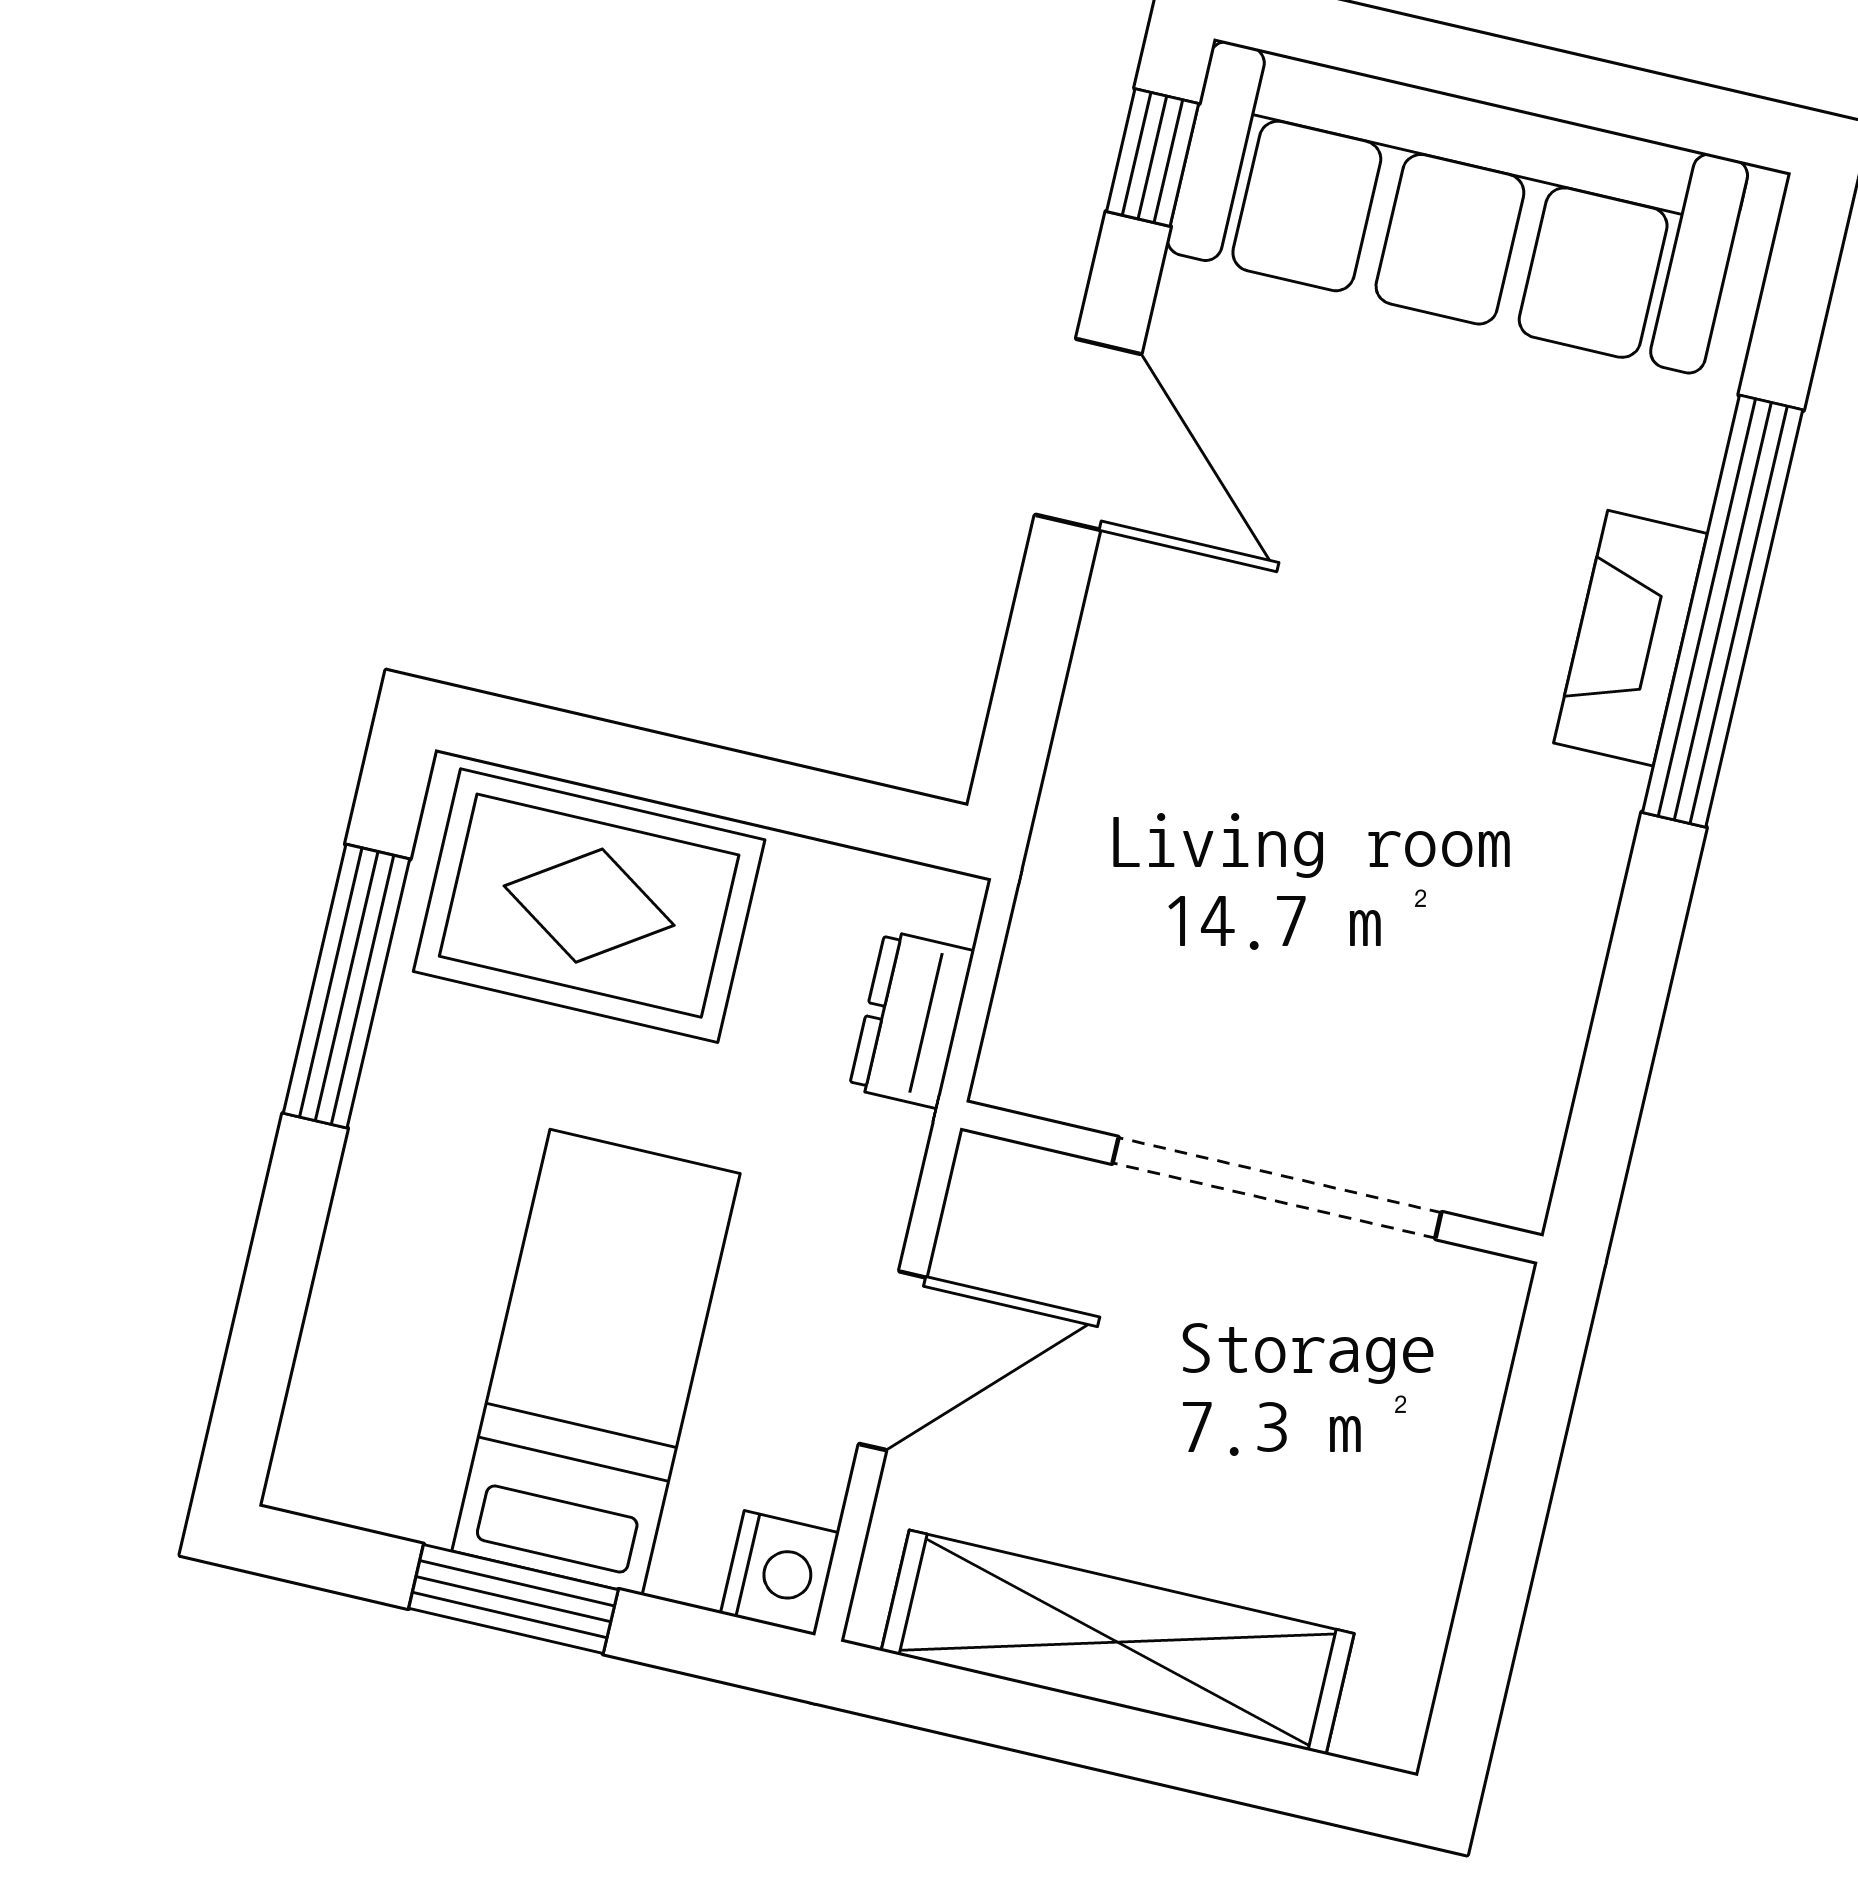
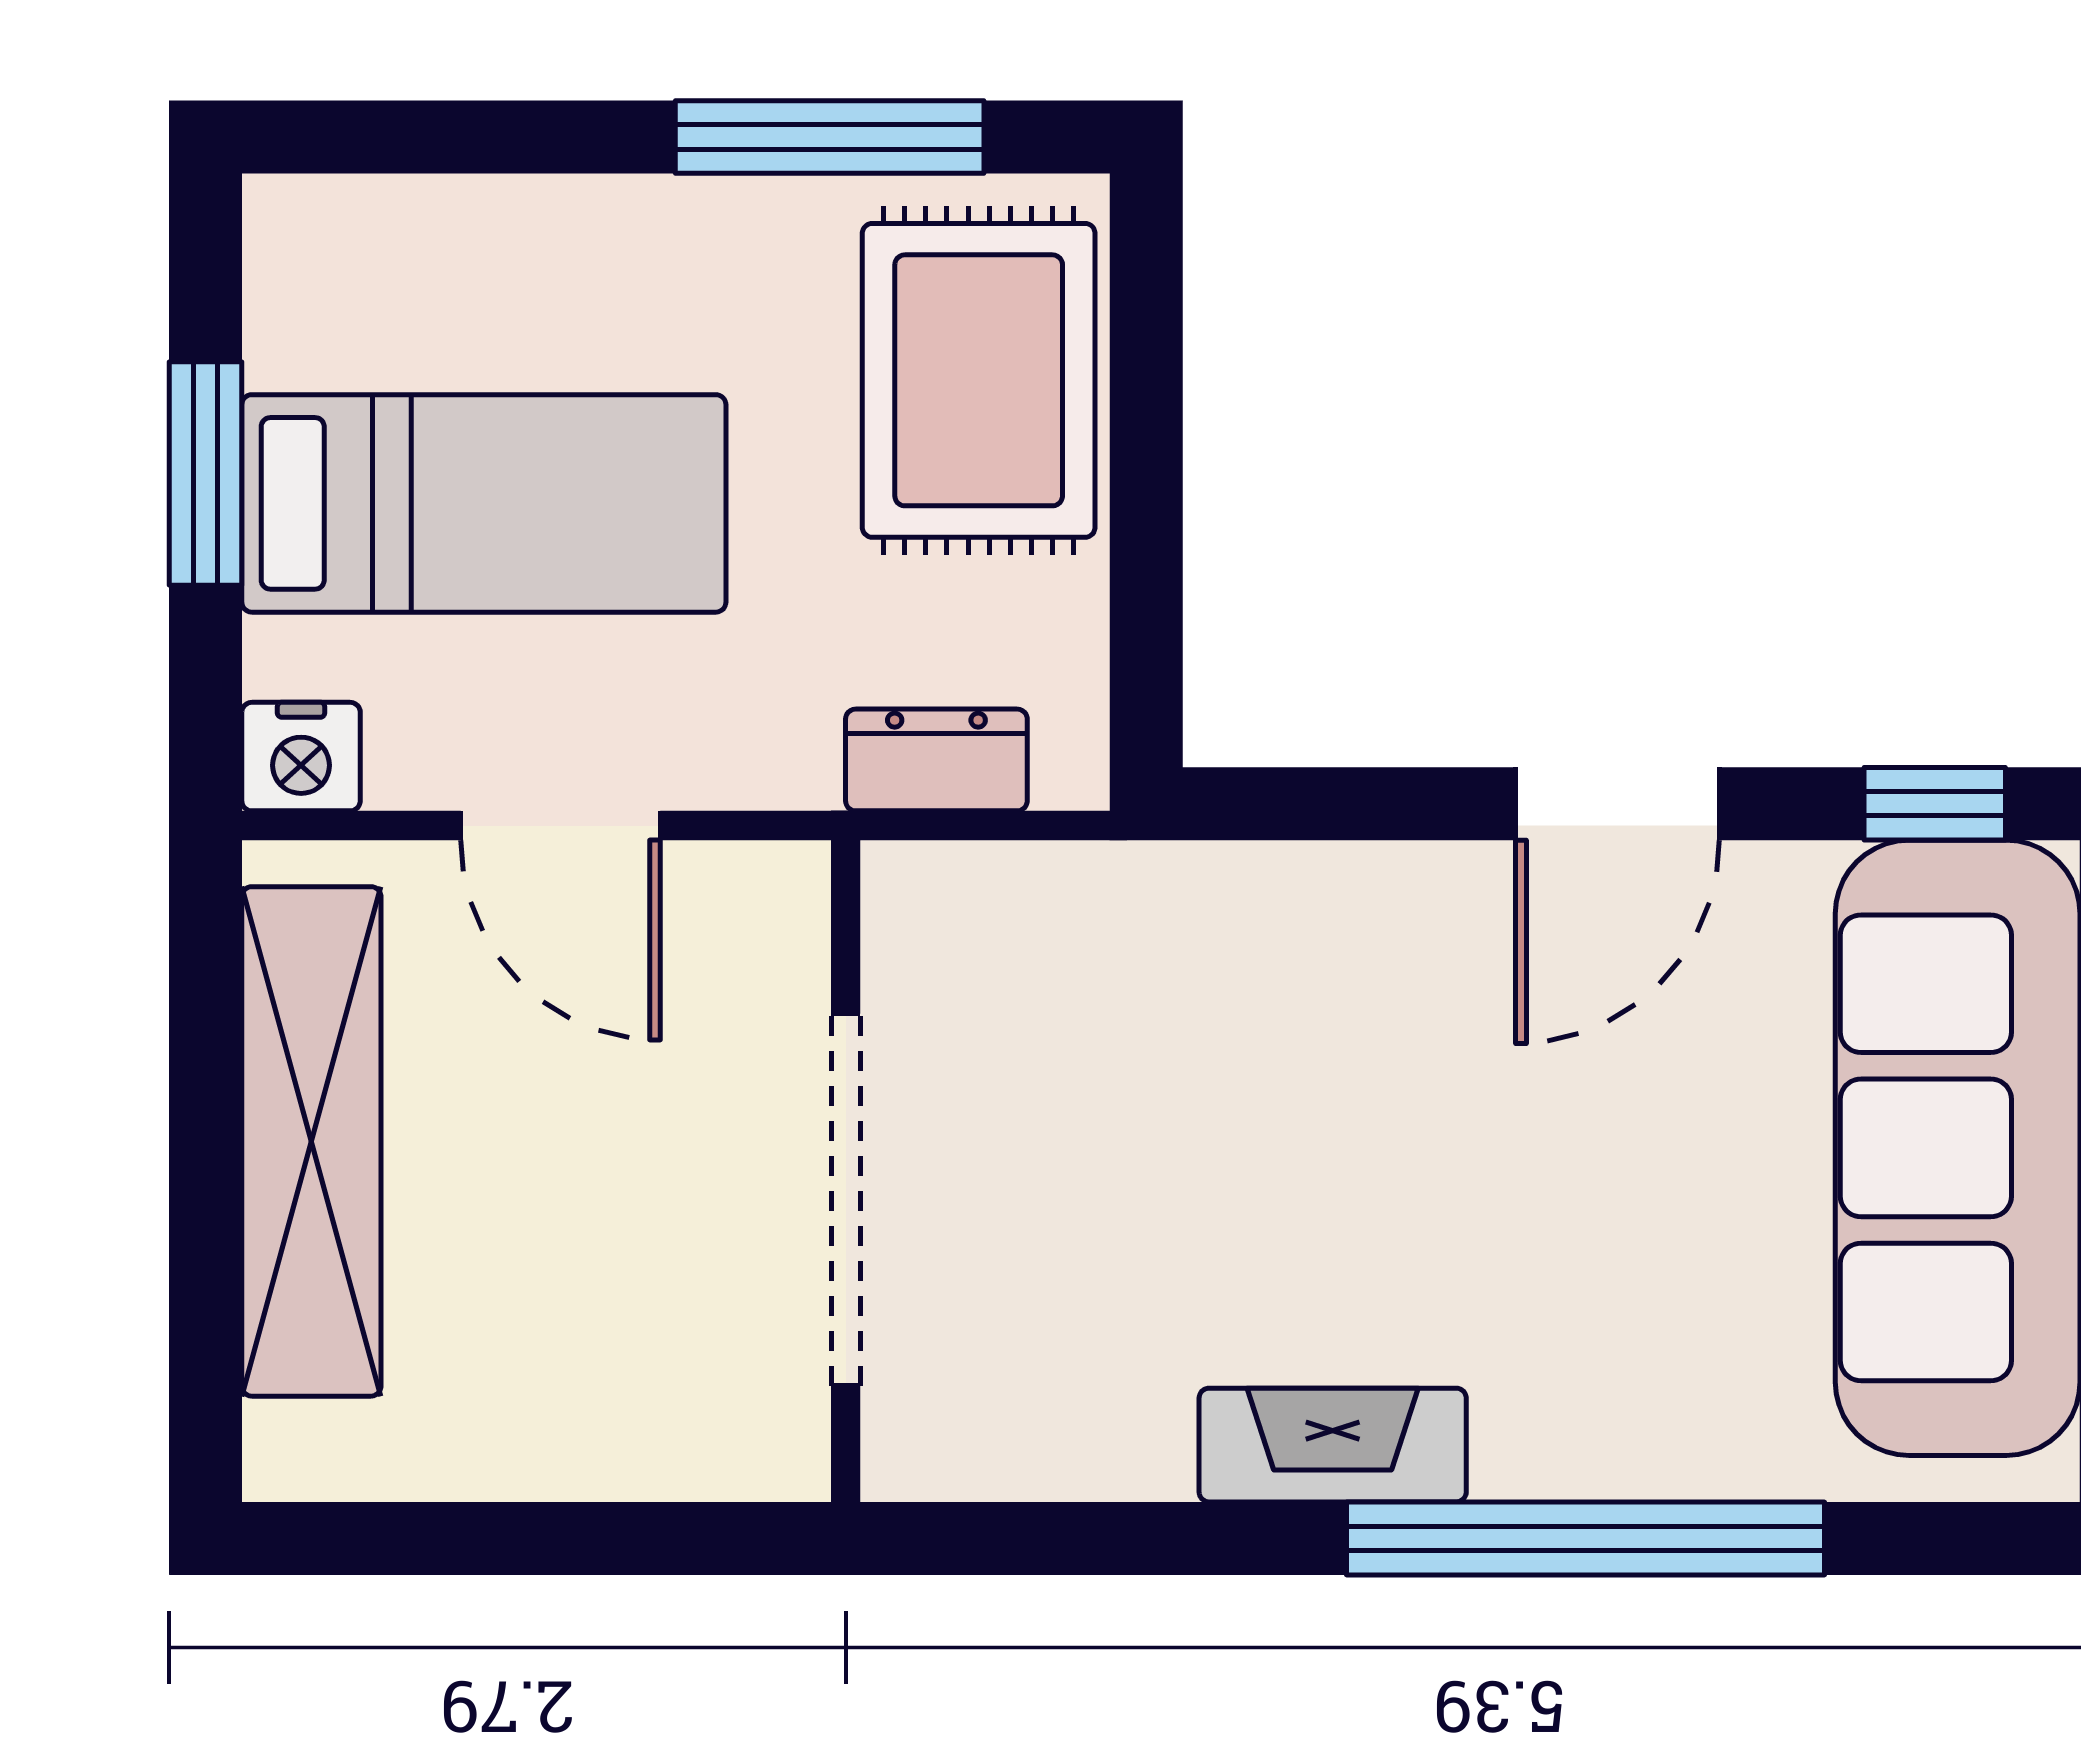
fireplace: (1630, 638) -> (1333, 1445), moved

